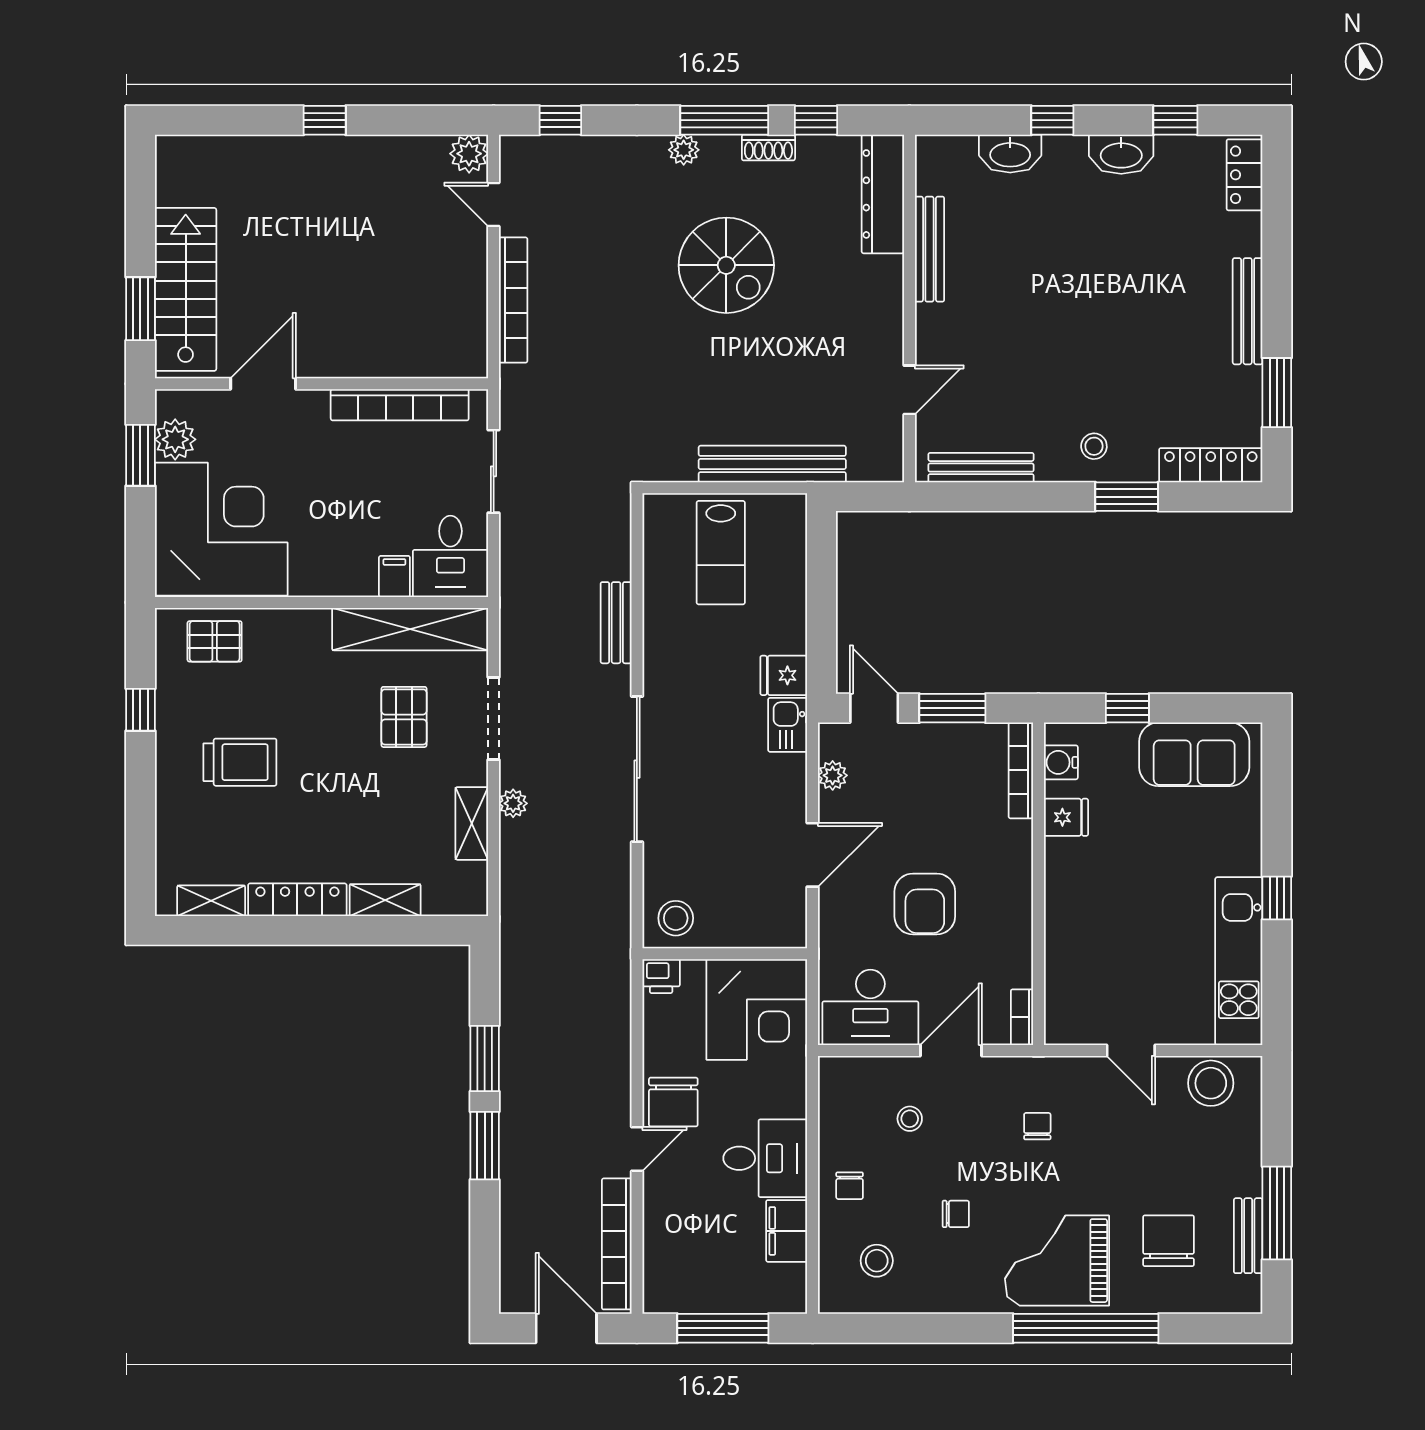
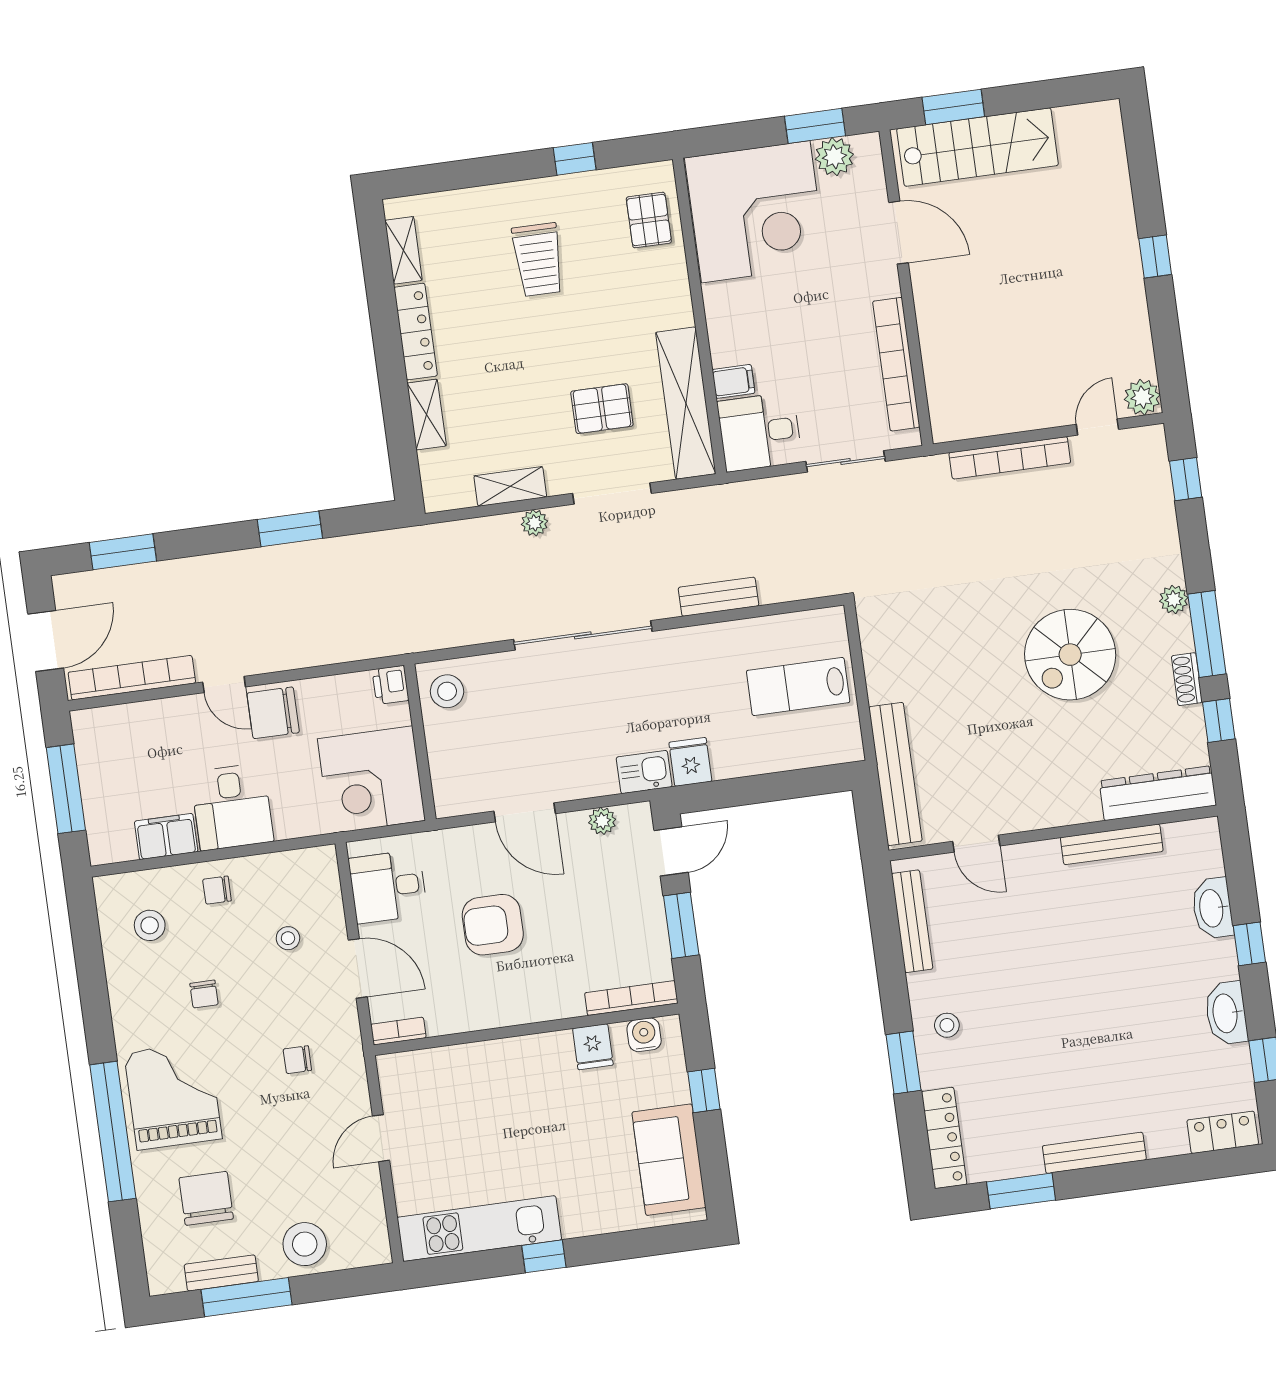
bench: (772, 464) -> (895, 774), moved
desk: (870, 1007) -> (388, 887), width x0.73
stool: (1211, 1083) -> (305, 1244), moved
chair: (1037, 1126) -> (297, 1060), turned 180
window: (485, 1146) -> (123, 552), moved
chair: (1169, 1241) -> (206, 1198), turned -90

